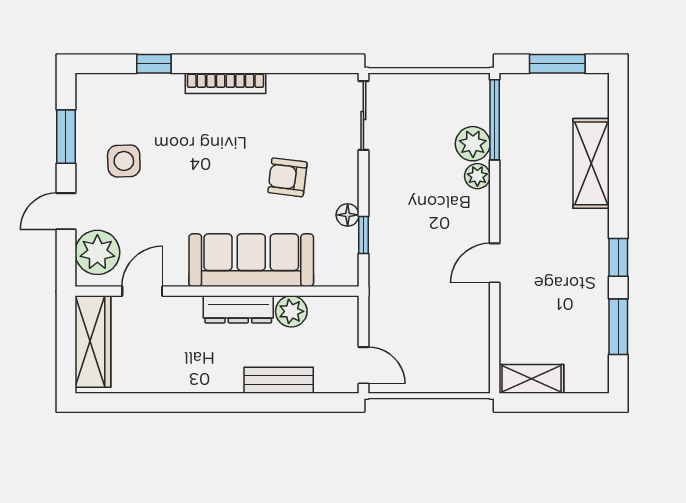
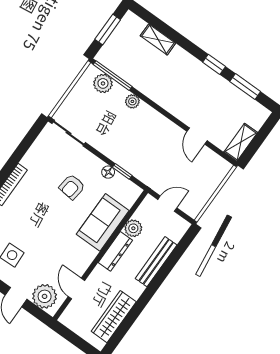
plant: (473, 144) -> (103, 83), moved
shelving: (591, 163) -> (158, 39), width x0.67, depth x0.75
sofa: (251, 260) -> (103, 222), width x0.73
door: (495, 263) -> (197, 136), moved
wardrobe: (93, 341) -> (114, 317), moved, turned -90
door: (363, 365) -> (167, 204), moved
bench: (279, 380) -> (156, 262), width x1.36

